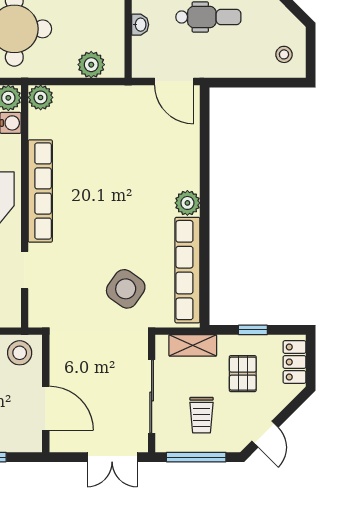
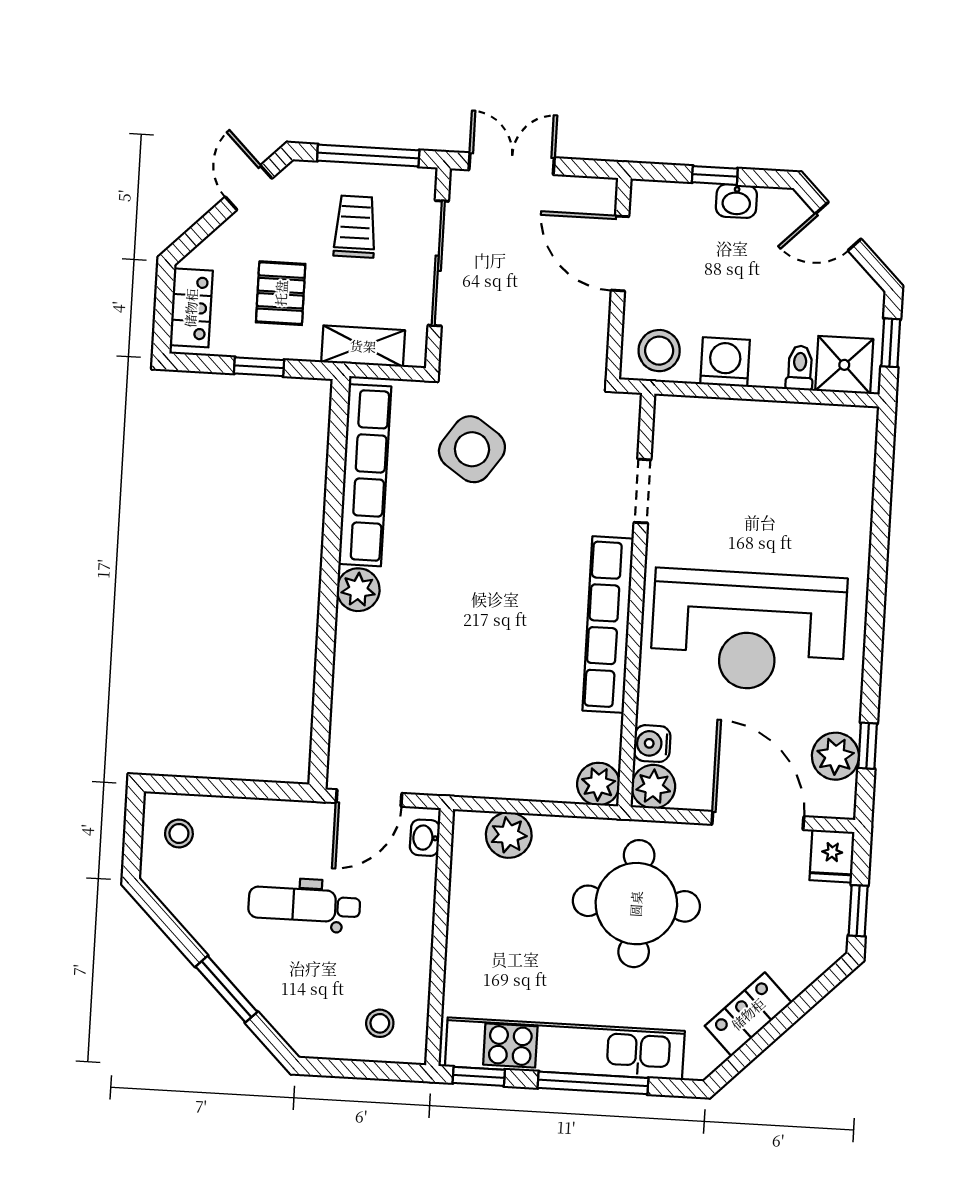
washbasin: (140, 25) -> (425, 838), moved
door: (174, 82) -> (369, 798), swing flipped

